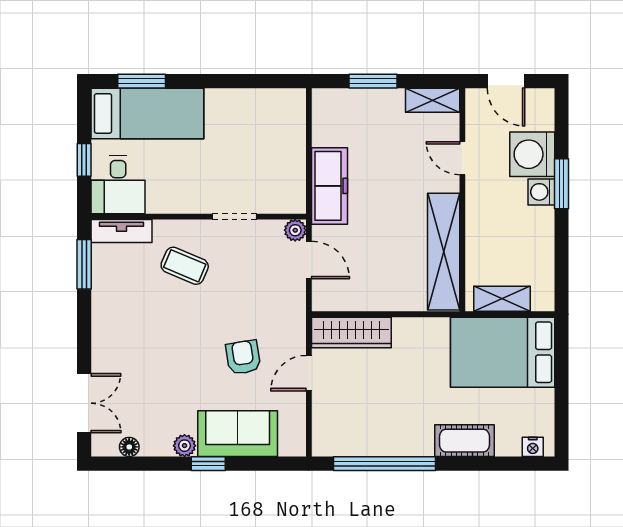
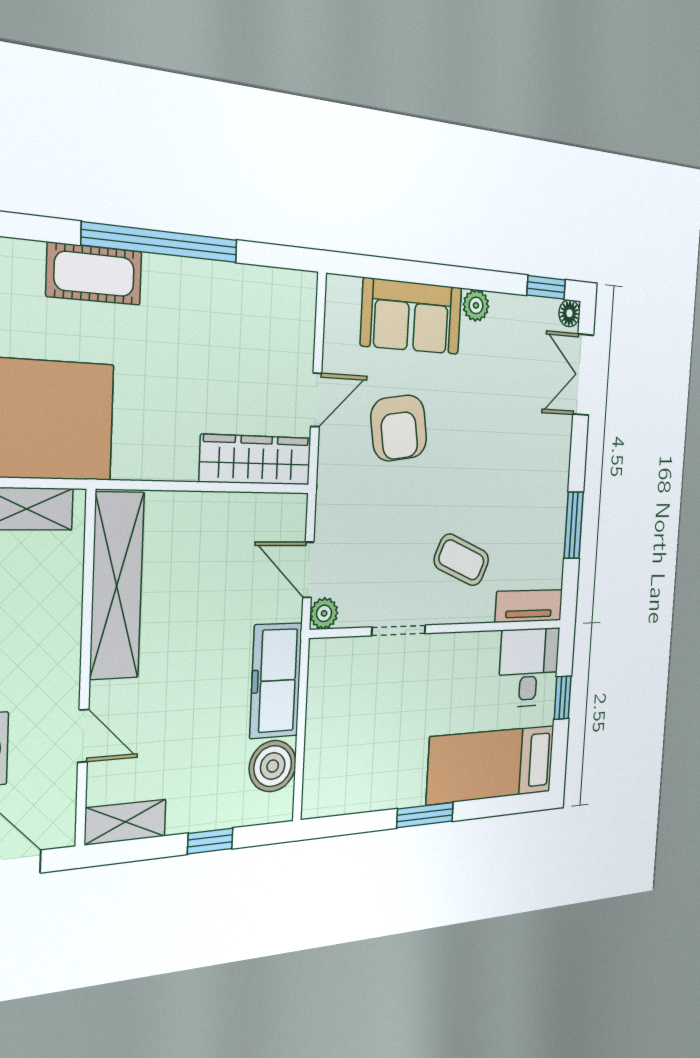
window: (142, 81) -> (425, 815), moved
window: (373, 81) -> (210, 841), width x0.67
boiler: (329, 128) -> (273, 766), added
window: (84, 264) -> (574, 525), moved
armchair: (243, 357) -> (399, 428), width x1.38, depth x1.38
floor lamp: (129, 447) -> (569, 313), moved
window: (208, 464) -> (546, 287), moved
window: (385, 464) -> (161, 243), moved

